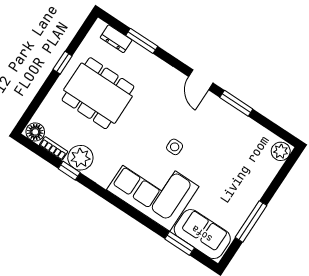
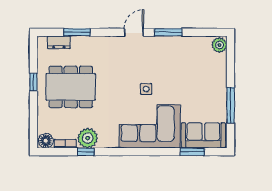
door: (201, 80) -> (134, 32), swing flipped

